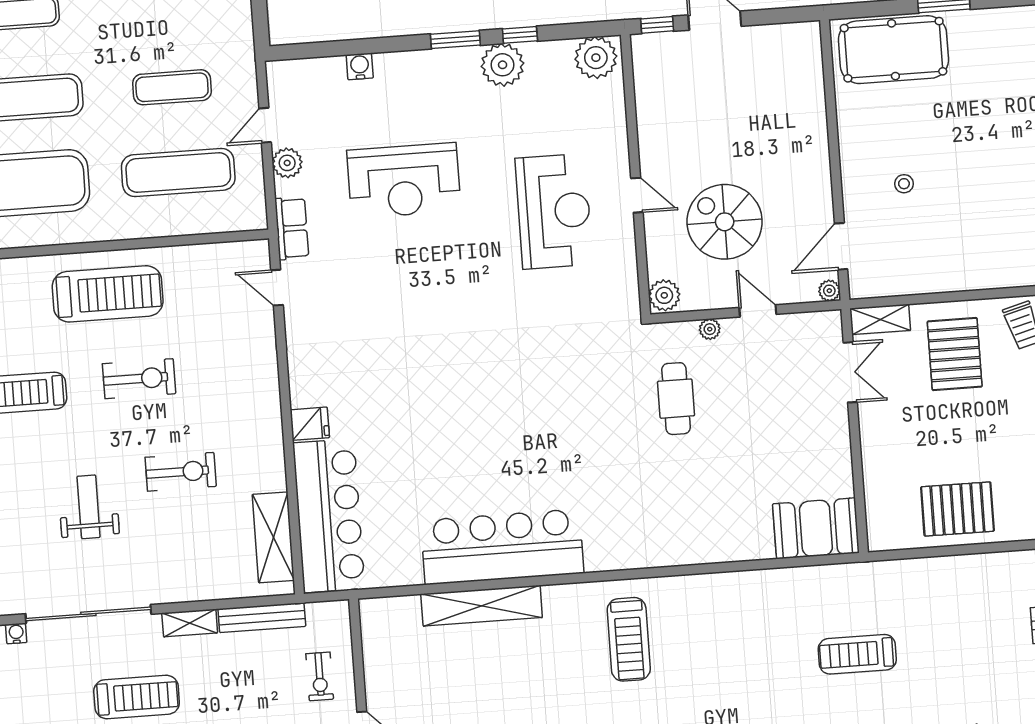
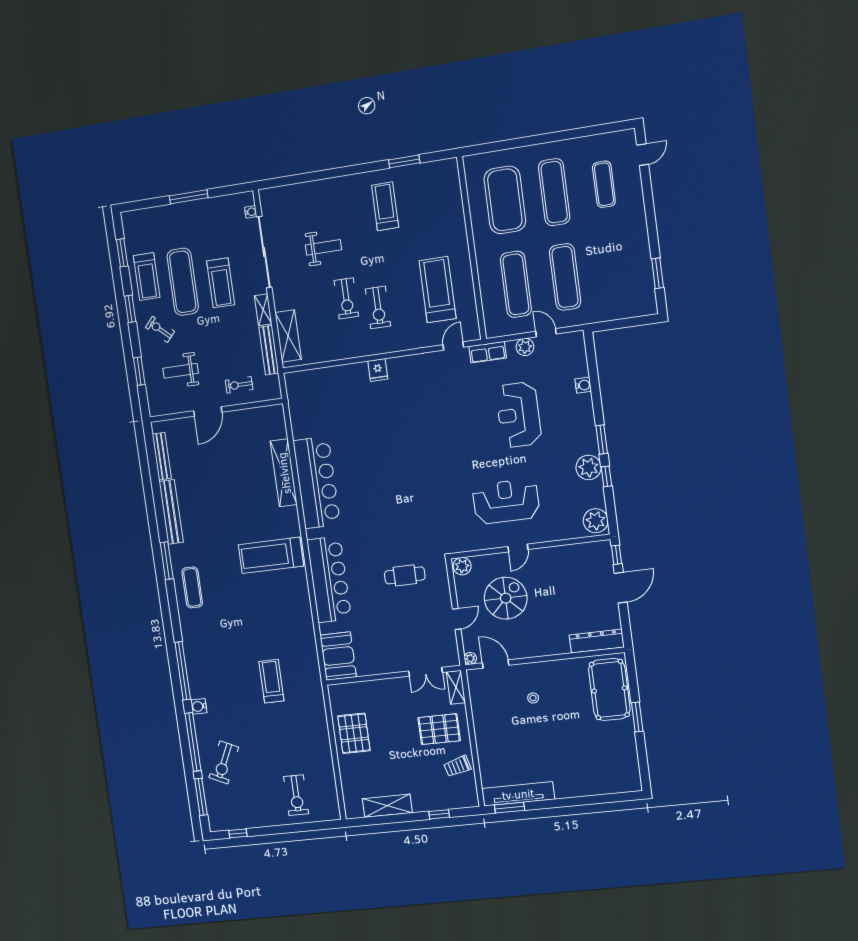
dresser: (807, 67) -> (597, 641), added
exercise mat: (172, 87) -> (565, 277), width x1.36, depth x1.45
reception desk: (554, 211) -> (506, 501), turned 180
treadmill: (108, 294) -> (438, 290), moved, turned 180
plant: (710, 329) -> (445, 592), removed
exercise bike: (139, 379) -> (378, 307), moved
bar counter: (329, 516) -> (329, 579), moved, turned -90
shelving: (273, 537) -> (288, 336), moved, turned 90
treadmill: (629, 639) -> (271, 555), width x1.37, depth x1.38

